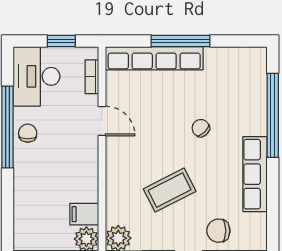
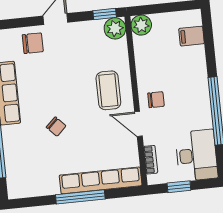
chair: (28, 133) -> (156, 100), moved, turned -90
coffee table: (170, 190) -> (108, 90), moved, turned -63
filing cabinet: (84, 214) -> (192, 36), moved, turned 180

